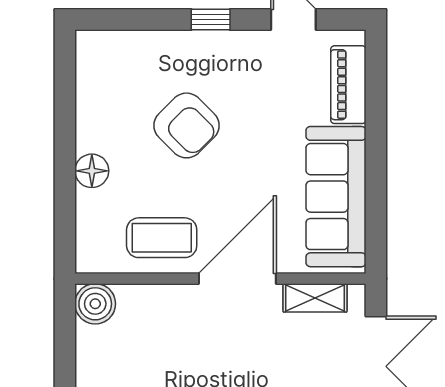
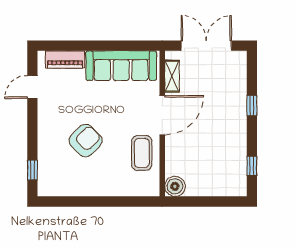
window: (211, 19) -> (32, 170), moved
floor lamp: (92, 171) -> (108, 188), removed
door: (237, 279) -> (162, 115), swing flipped

